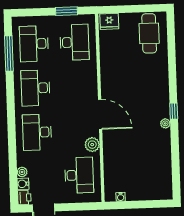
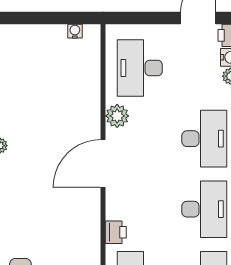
printer: (91, 72) -> (116, 232), added
door: (100, 114) -> (103, 164), hinge flipped

